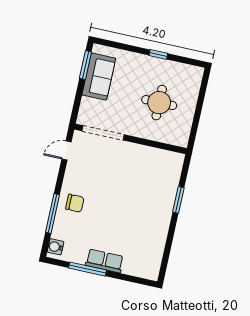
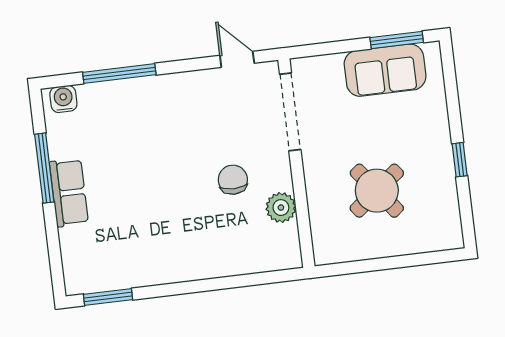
round table: (159, 103) -> (377, 191), turned -38
plant: (151, 155) -> (281, 208), added
window: (178, 200) -> (108, 297), moved
chair: (75, 203) -> (233, 180), moved, turned 180

